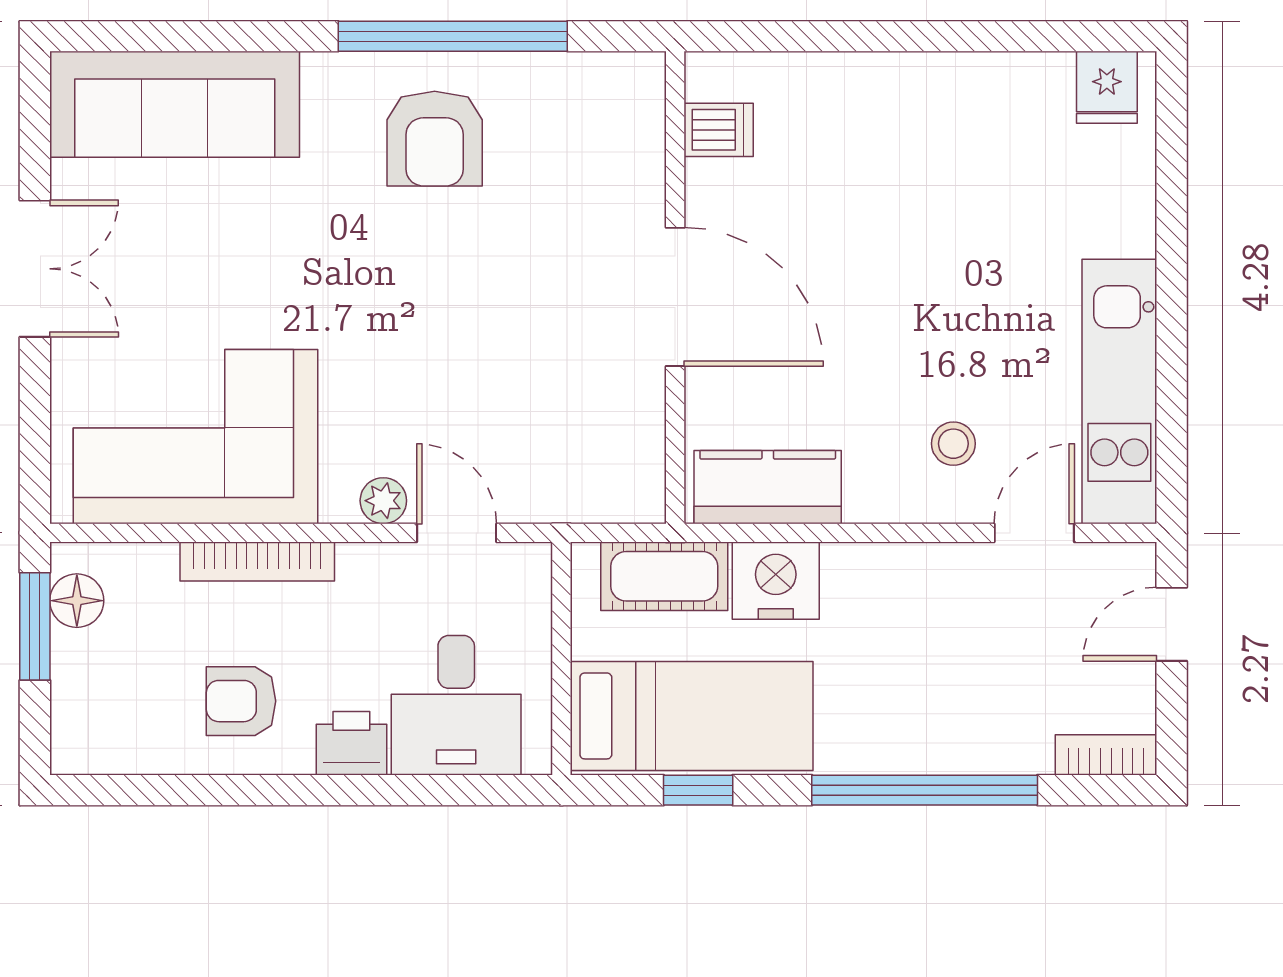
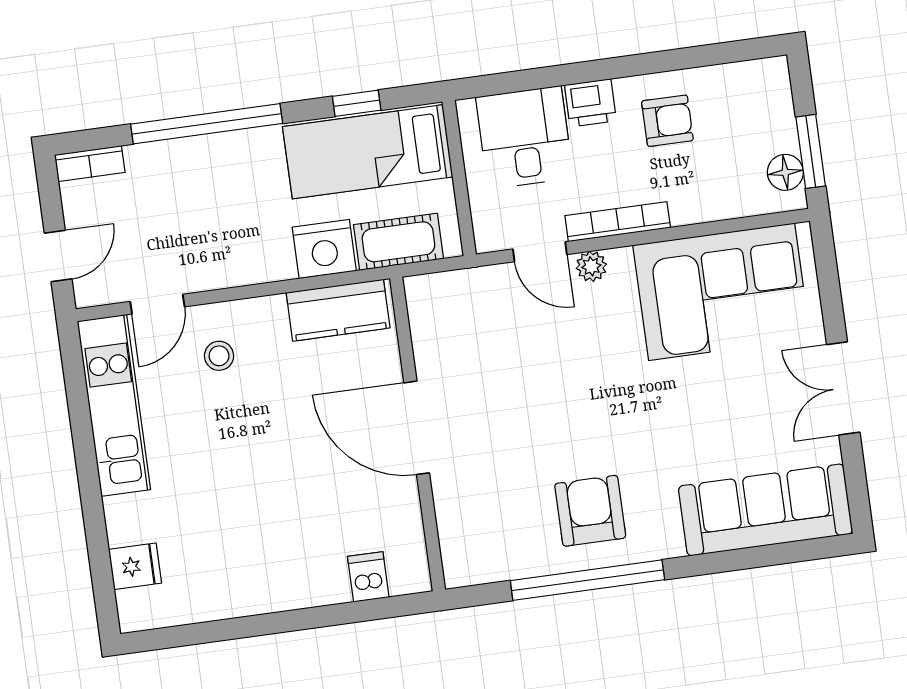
fridge: (1107, 87) -> (135, 566), moved, turned 90
dishwasher: (719, 130) -> (368, 577), moved, turned 90
bookcase: (257, 562) -> (618, 222), moved

